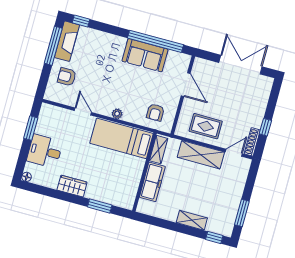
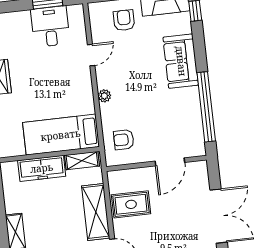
sofa: (145, 55) -> (181, 61), moved
rug: (206, 126) -> (131, 204), turned 90
bed: (121, 138) -> (61, 135), moved, turned -90
desk: (45, 151) -> (50, 27), moved

